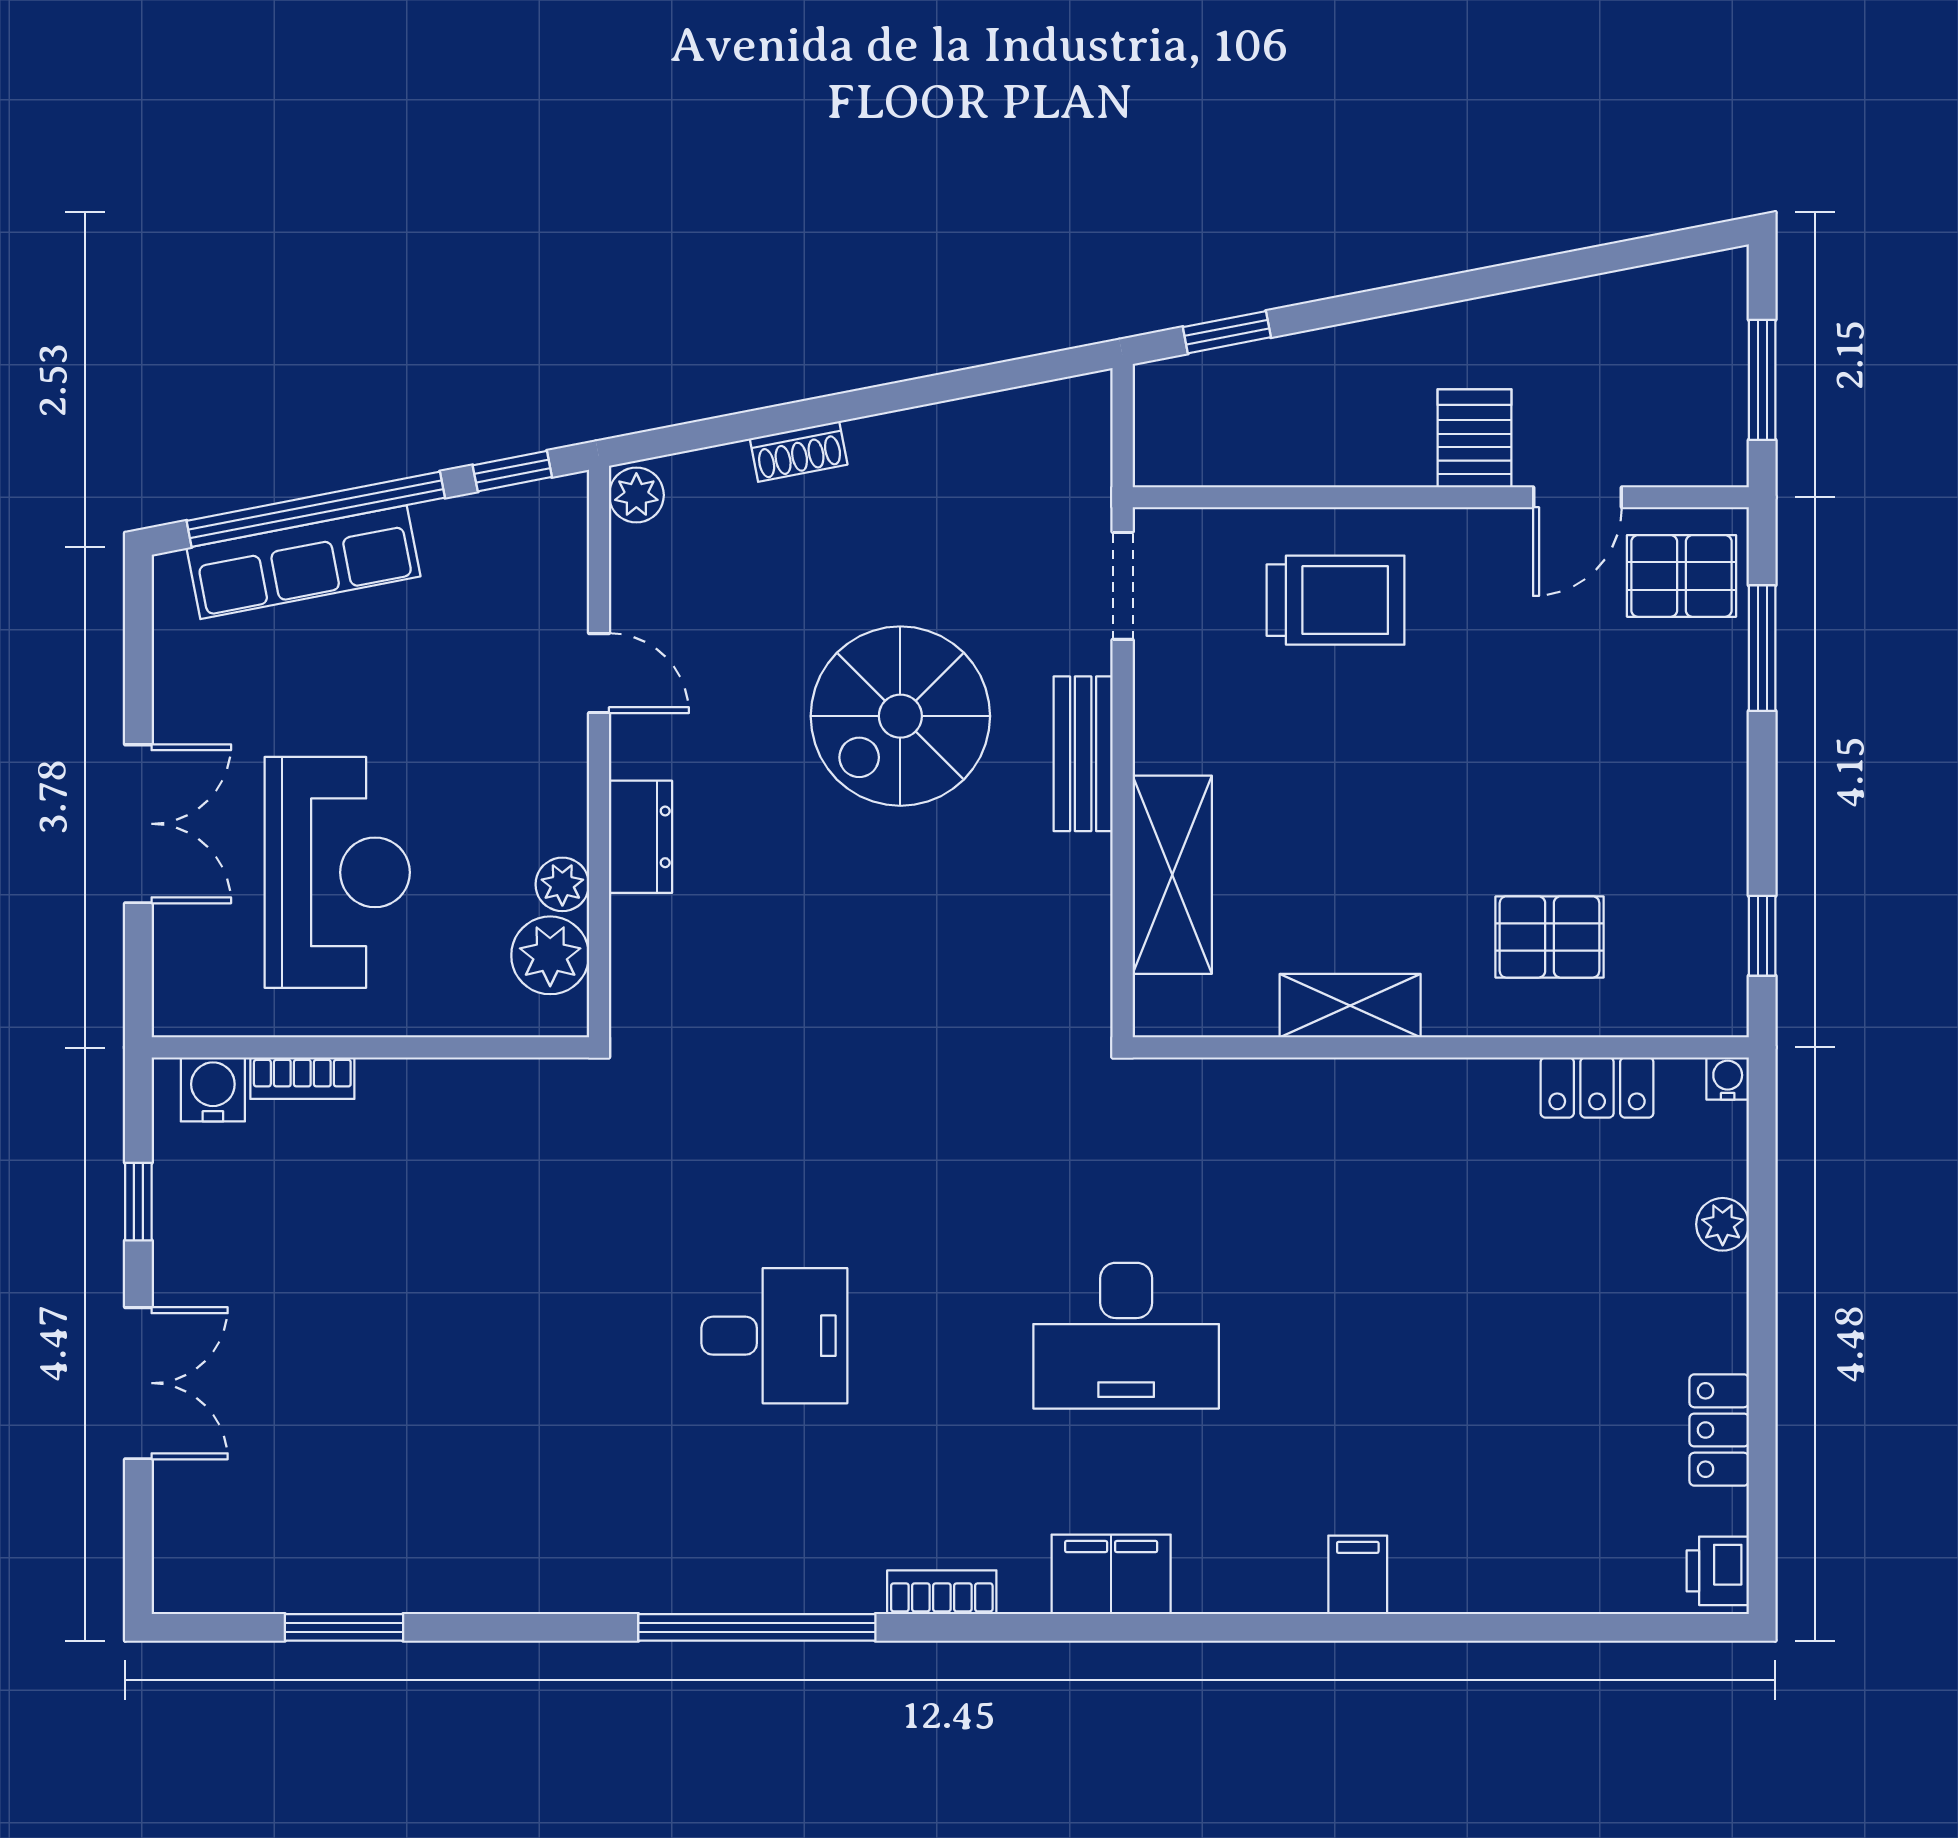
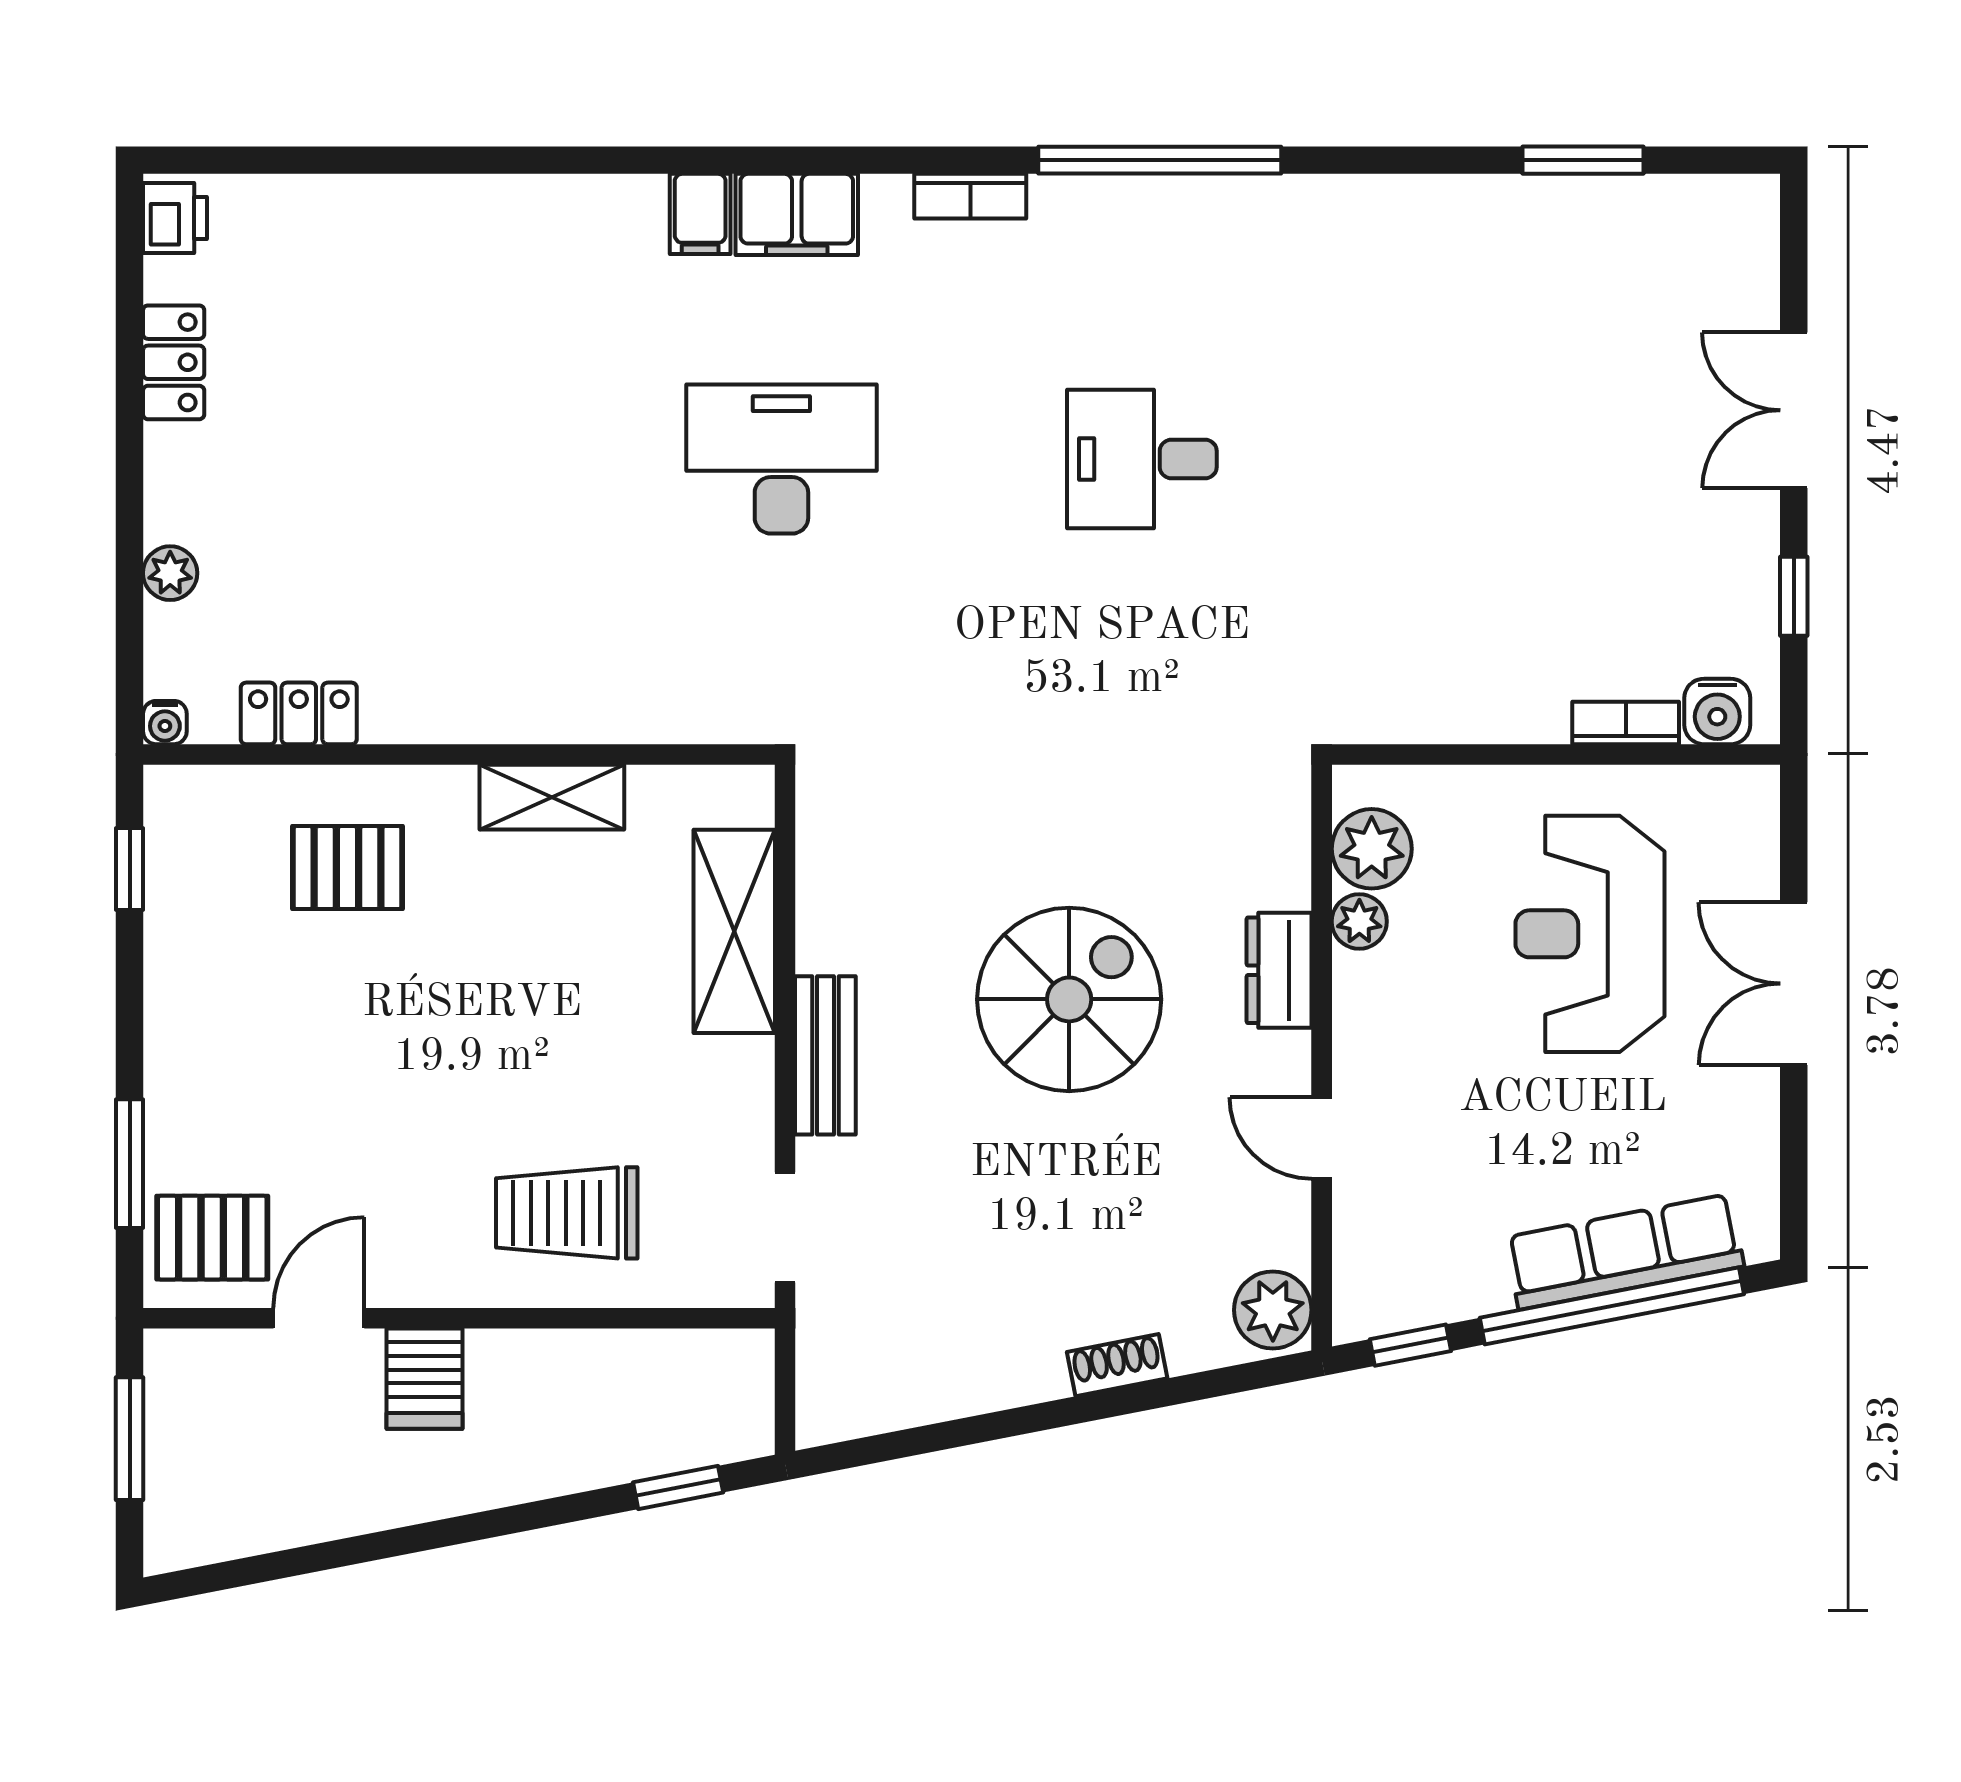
plant: (636, 495) -> (1273, 1310), width x1.38, depth x1.38
spiral stairs: (900, 716) -> (1069, 999), moved
filing cabinet: (1358, 1575) -> (700, 214), moved

